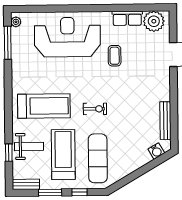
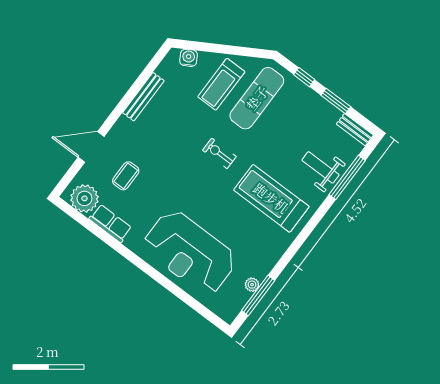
plant: (16, 22) -> (252, 285), moved
coffee table: (115, 56) -> (126, 176), moved
bench: (165, 121) -> (143, 97), moved
window: (9, 153) -> (347, 177), width x2.17
treadmill: (63, 154) -> (221, 84), moved, width x0.73, depth x0.73

